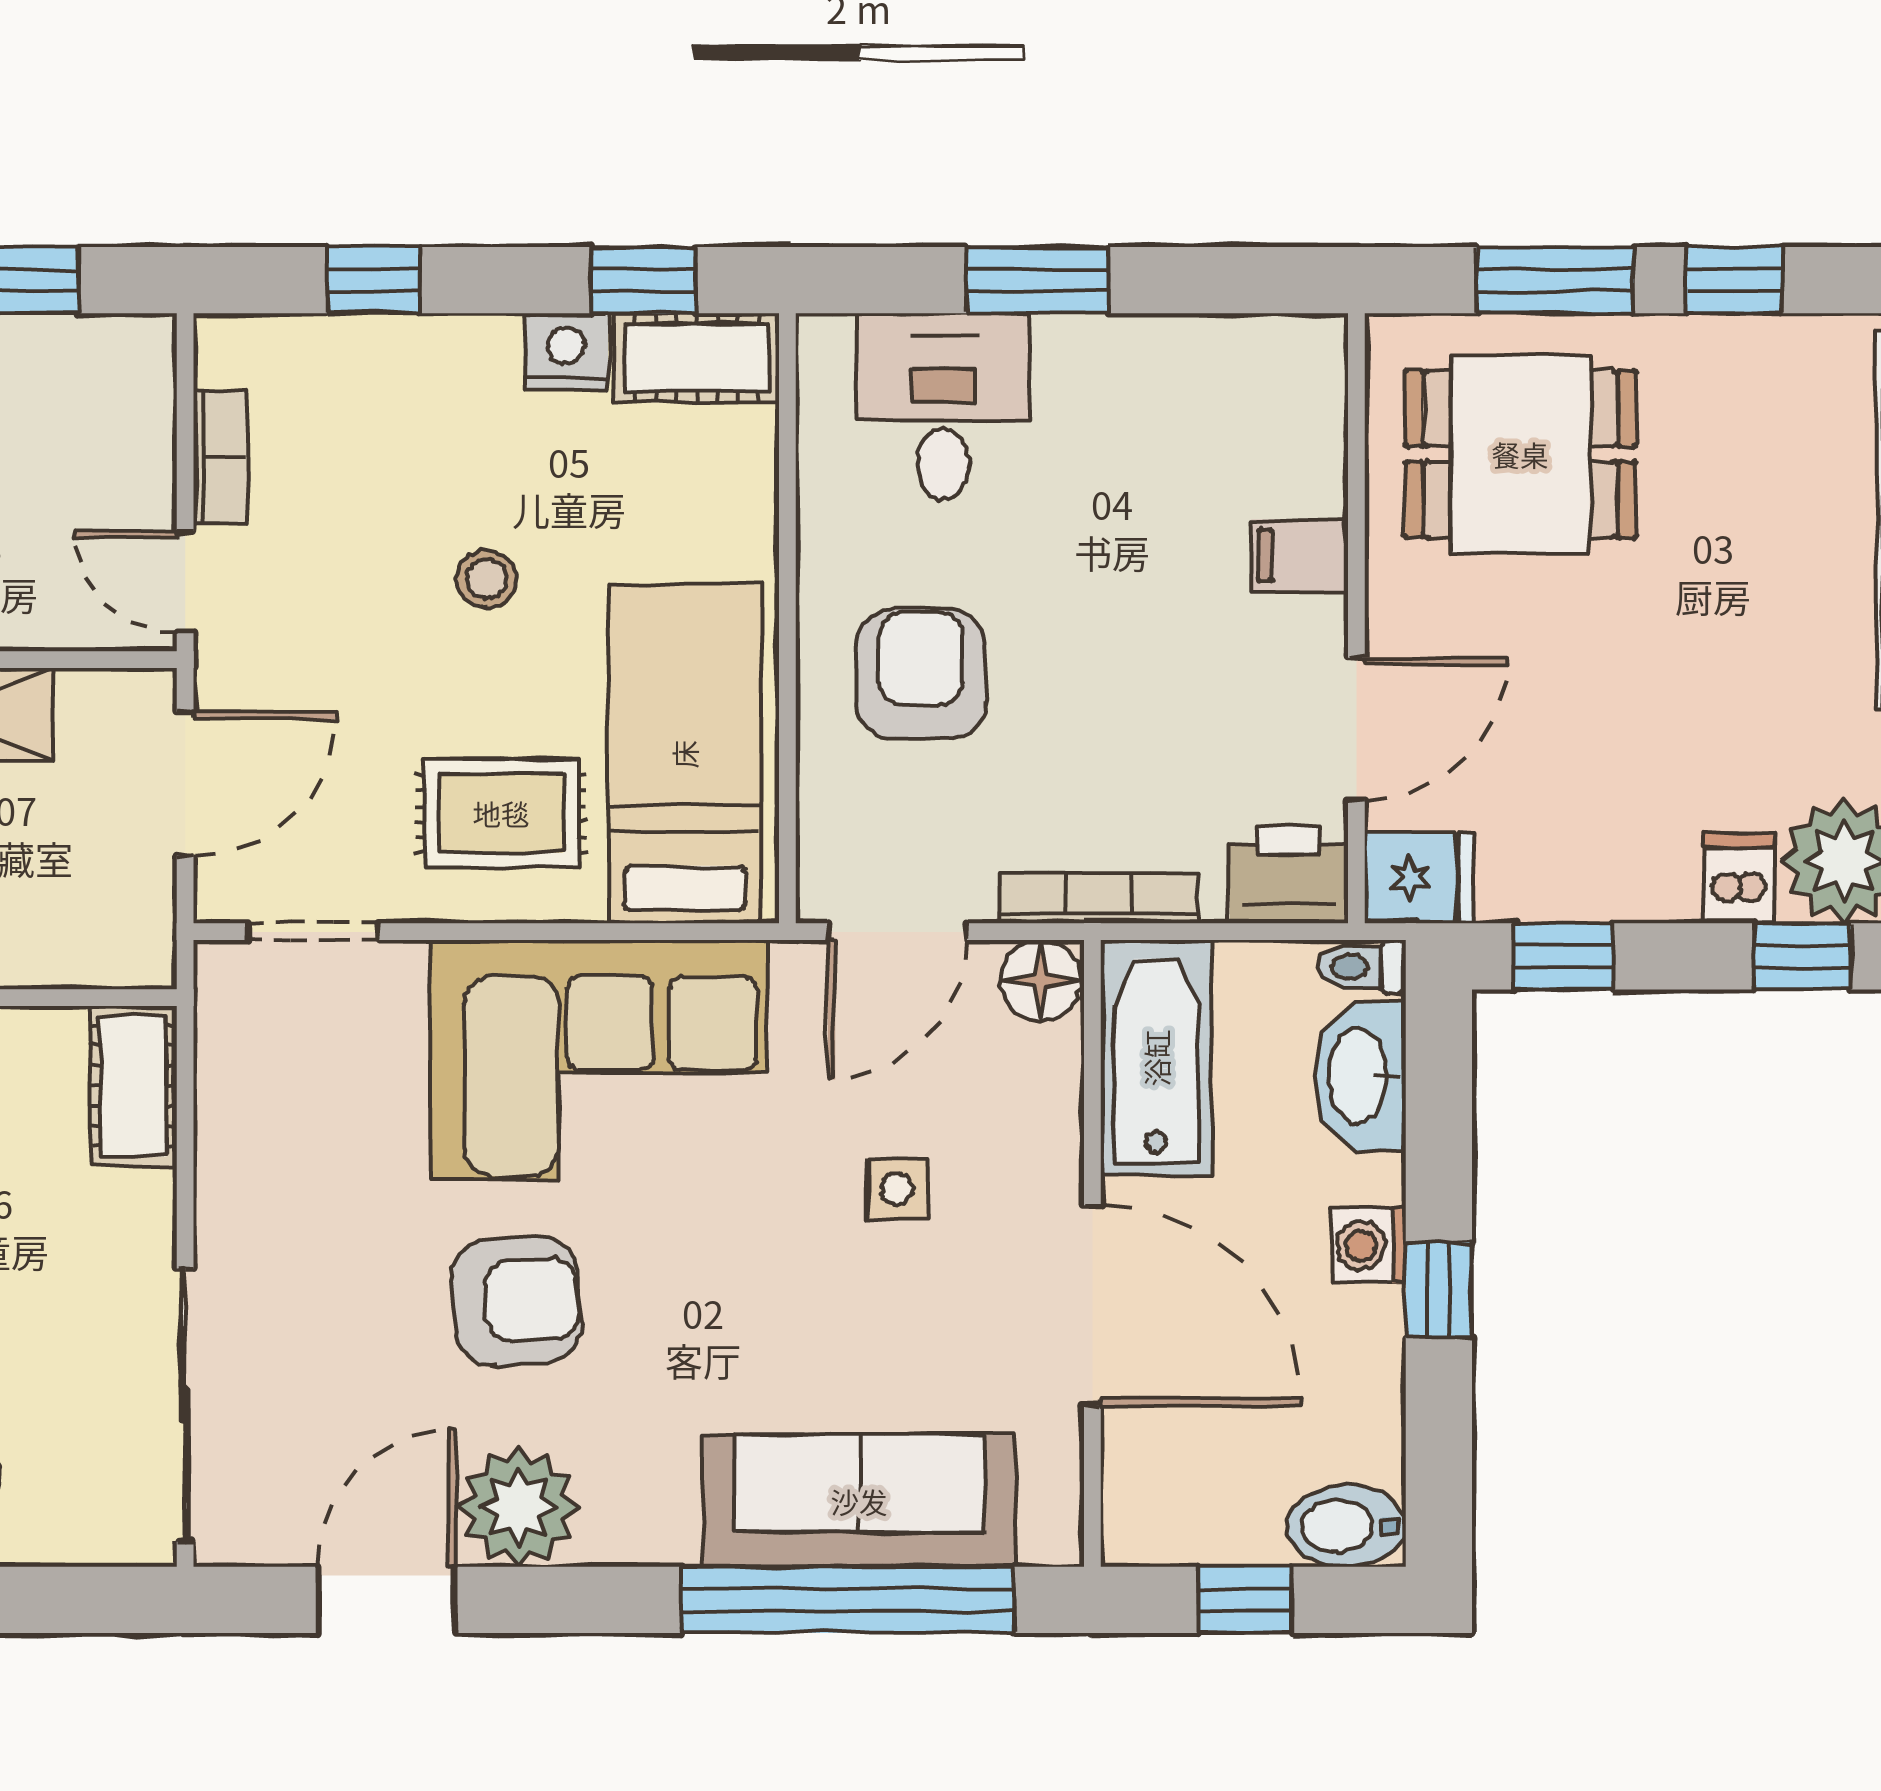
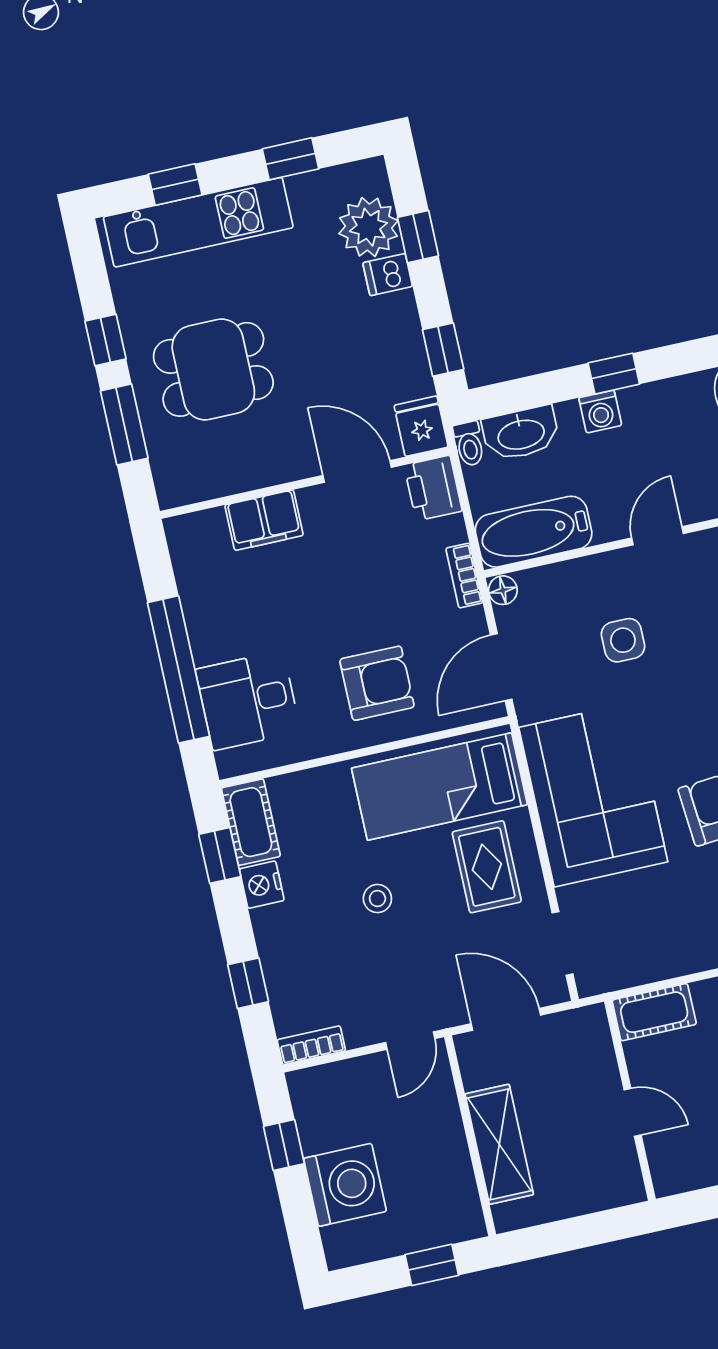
window: (1037, 280) -> (178, 669), width x2.11
dining table: (1520, 454) -> (213, 369), moved, turned 90
bookcase: (220, 457) -> (311, 1045), moved
filing cabinet: (1300, 556) -> (264, 520), width x2.00
armchair: (921, 674) -> (377, 683), turned 180
bookcase: (1099, 898) -> (464, 576), width x0.64
door: (897, 932) -> (501, 667), swing flipped
floor lamp: (1041, 981) -> (503, 590), width x0.73, depth x0.73
side table: (897, 1189) -> (623, 640), width x1.37, depth x1.37
door: (1092, 1305) -> (657, 536), width x0.53

